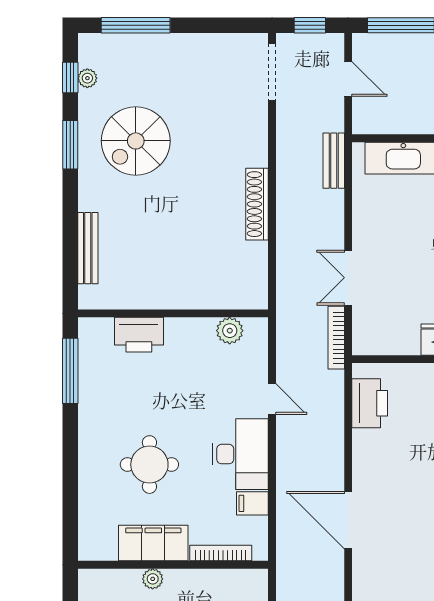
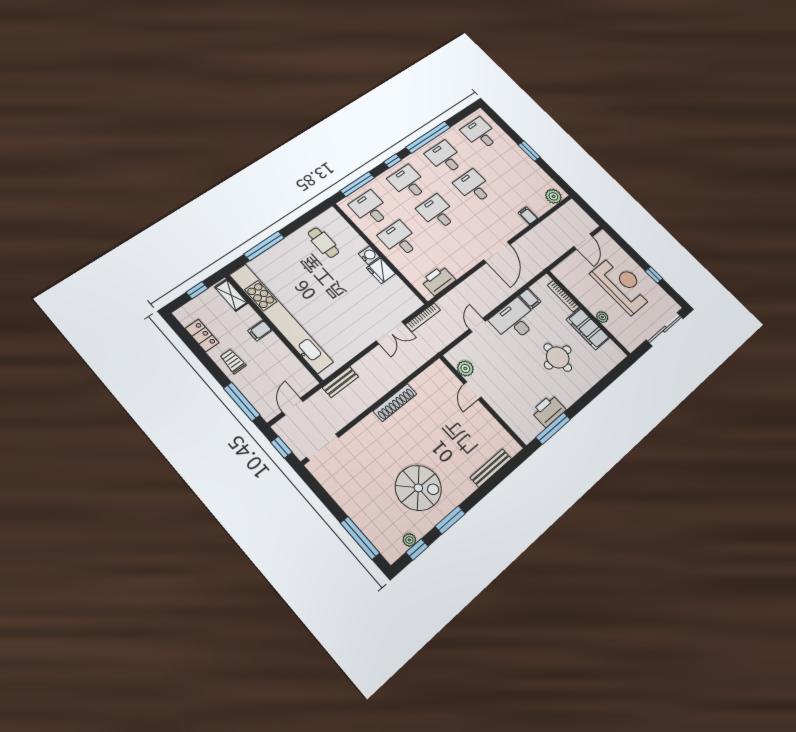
door: (196, 313) -> (472, 391), added
printer: (139, 335) -> (549, 411), moved, turned -90

